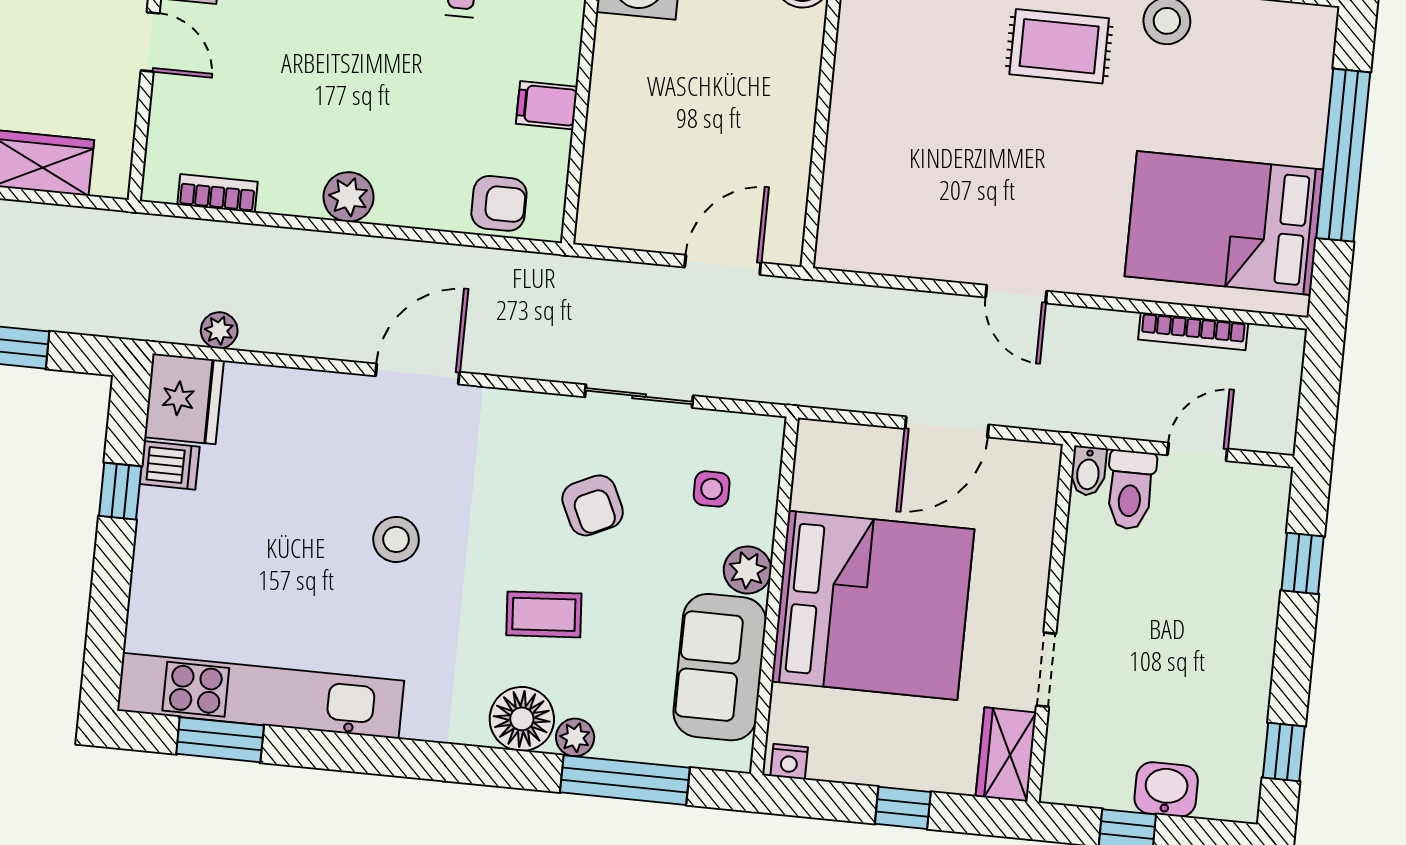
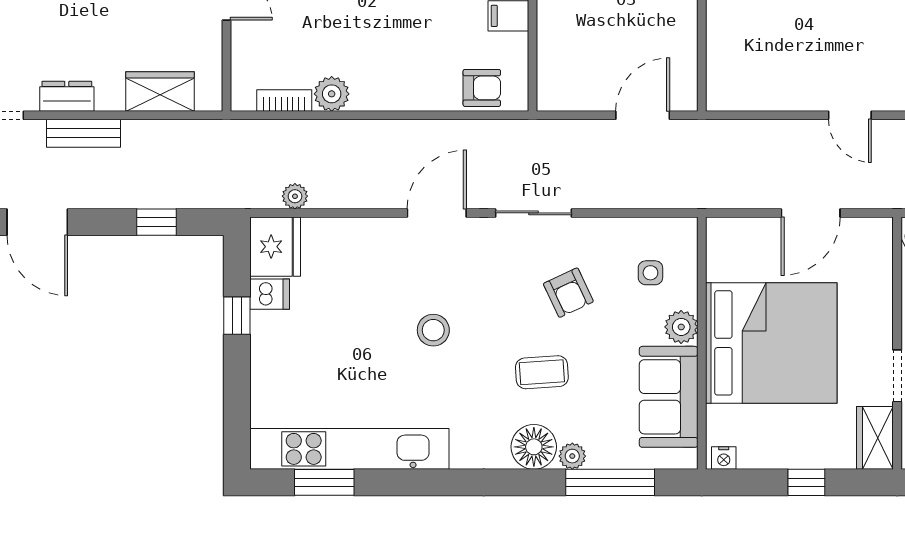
plant: (349, 197) -> (332, 94), moved
sliding door: (639, 396) -> (534, 213), moved

